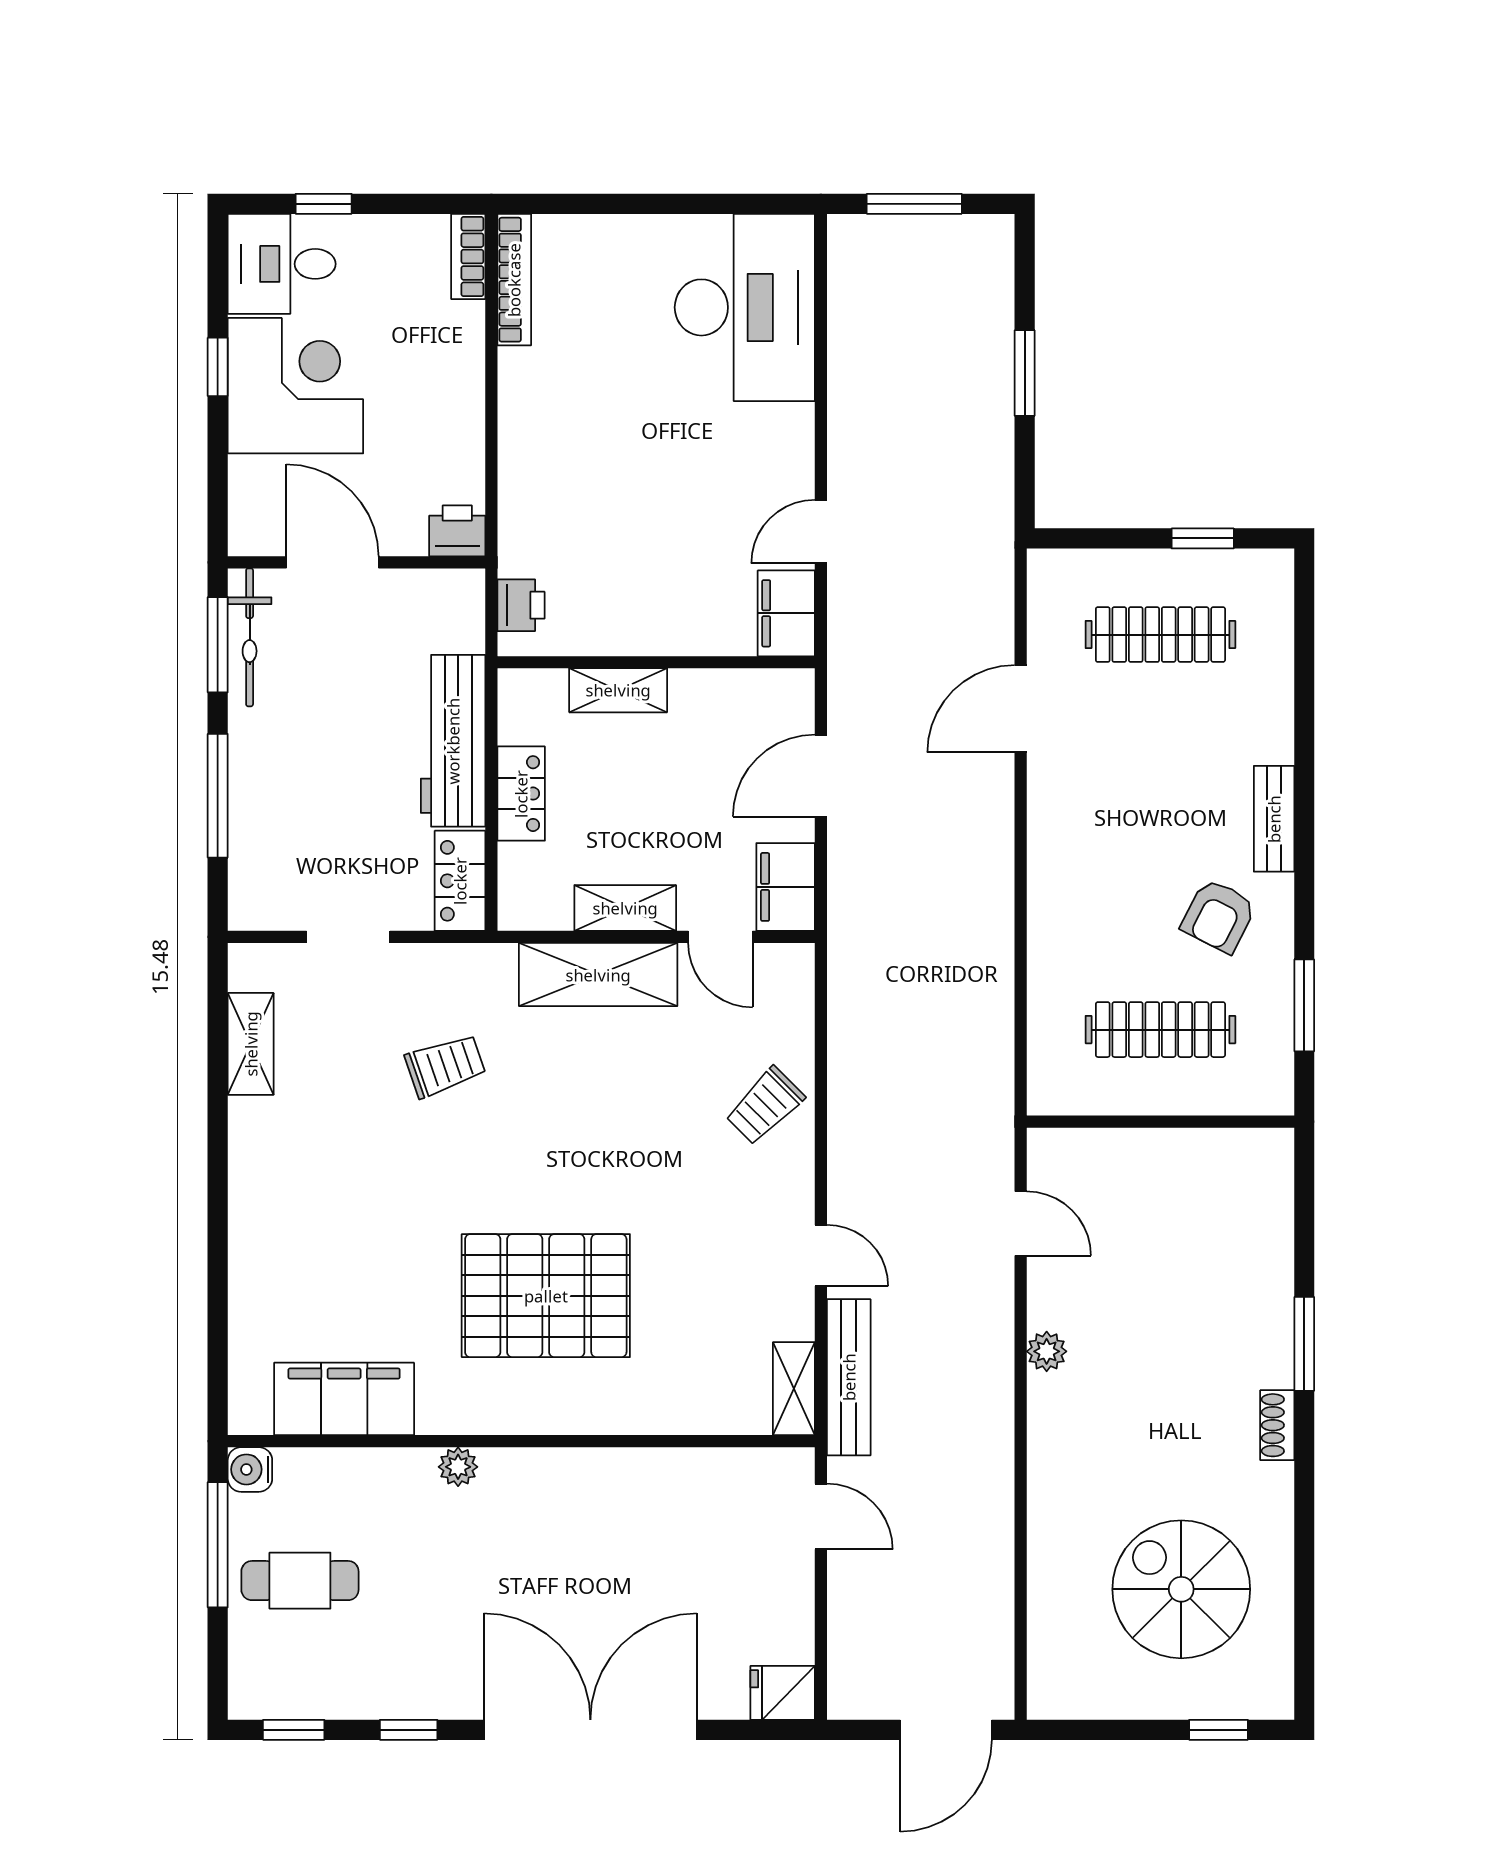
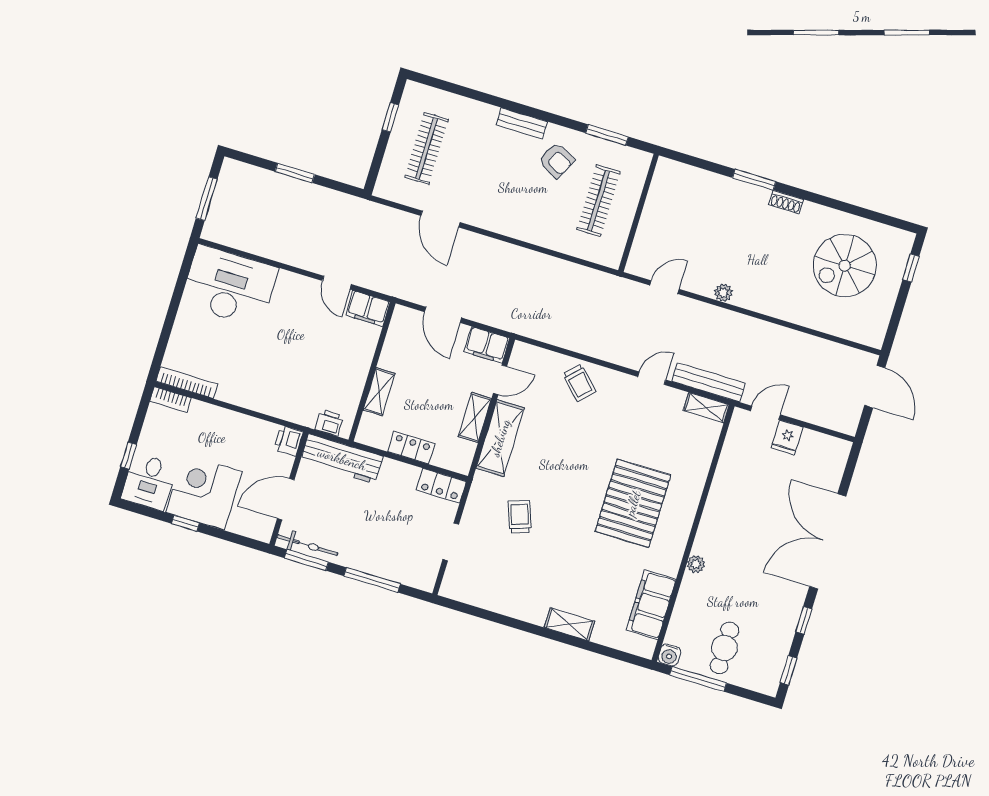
workbench: (453, 741) -> (342, 459), moved
shelving: (251, 1044) -> (569, 624), moved
fridge: (783, 1693) -> (787, 437), moved

